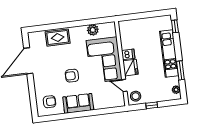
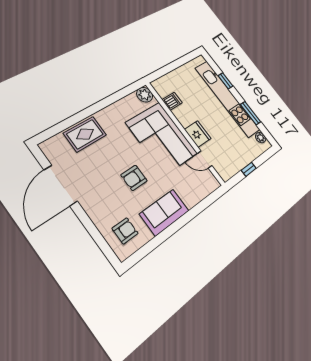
window: (175, 26) -> (226, 81), moved
plant: (93, 30) -> (145, 95), moved
kitchen unit: (169, 53) -> (227, 99), width x1.36
dishwasher: (128, 54) -> (172, 101), moved
stool: (136, 96) -> (225, 167), removed

